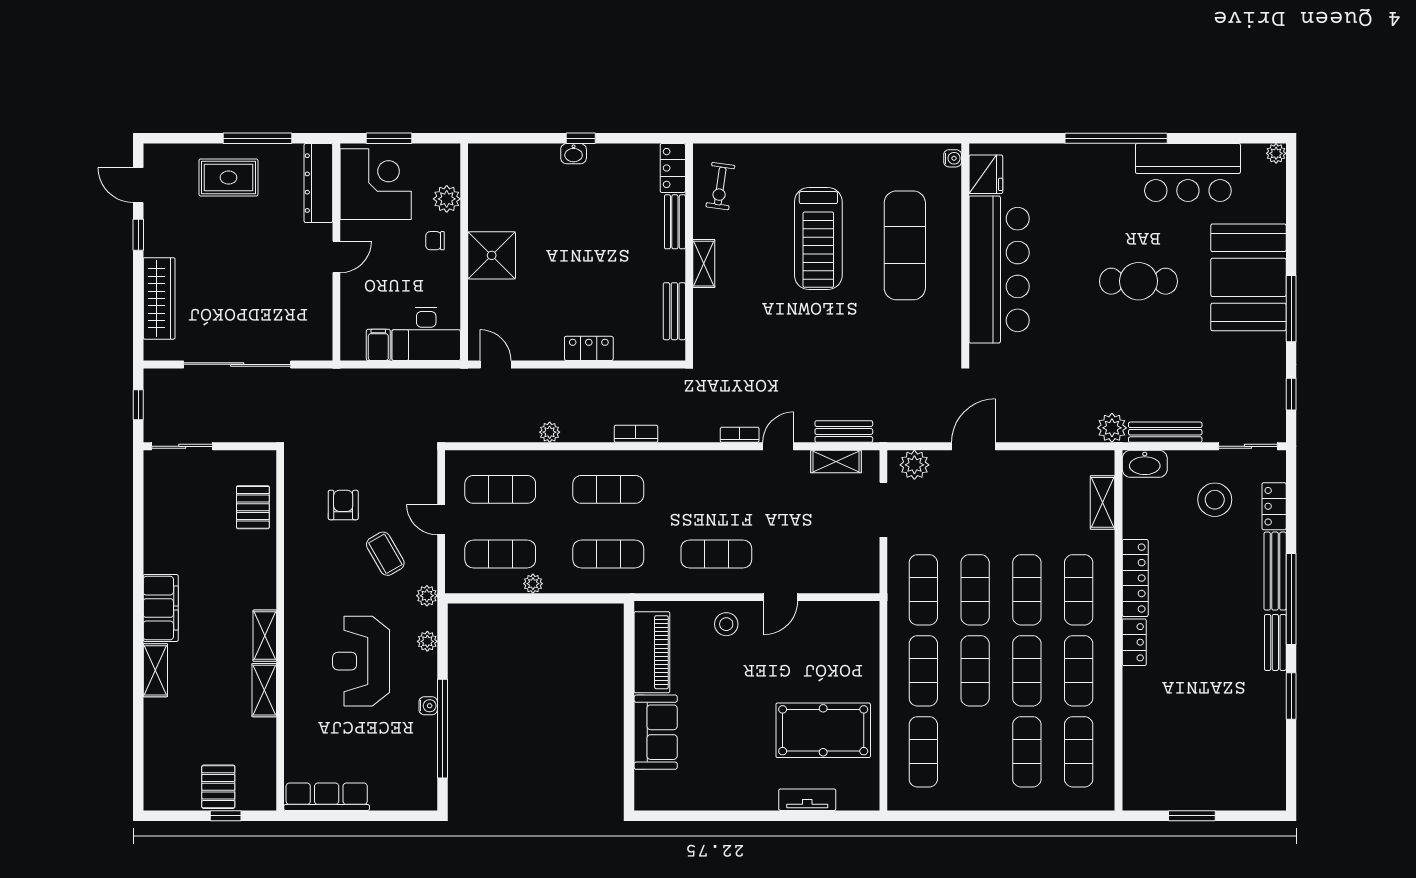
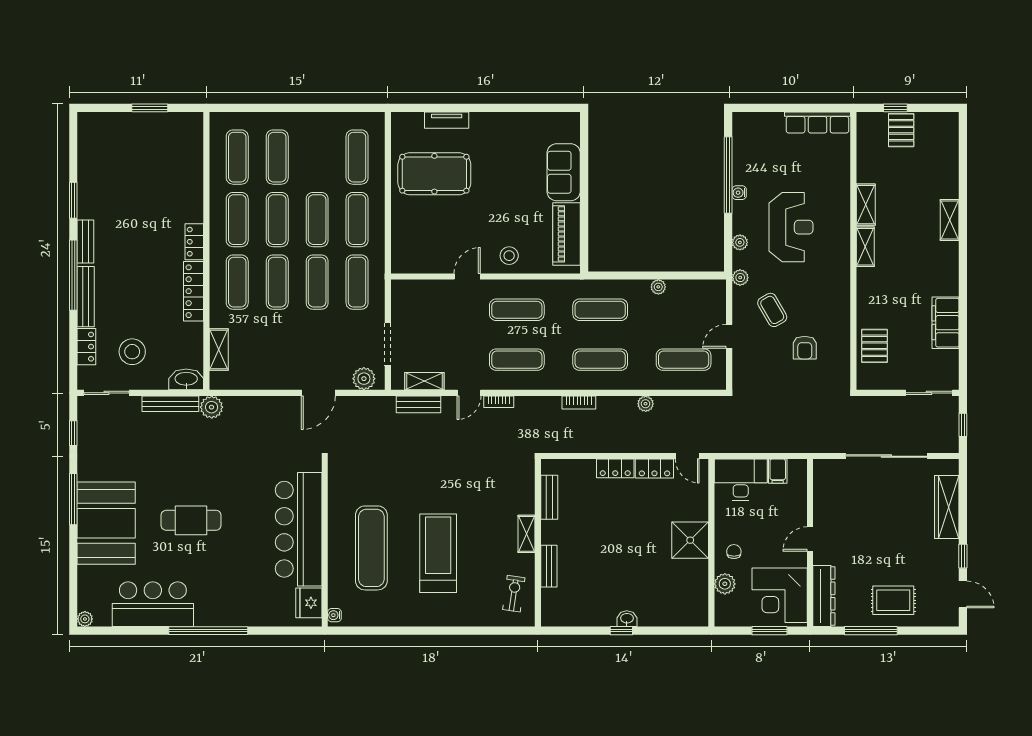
locker: (673, 168) -> (654, 469), moved, turned 90
chair: (435, 241) -> (734, 552), turned -90
door: (441, 520) -> (729, 336), swing flipped
exercise mat: (500, 554) -> (517, 360), moved
filing cabinet: (161, 608) -> (946, 323), moved

